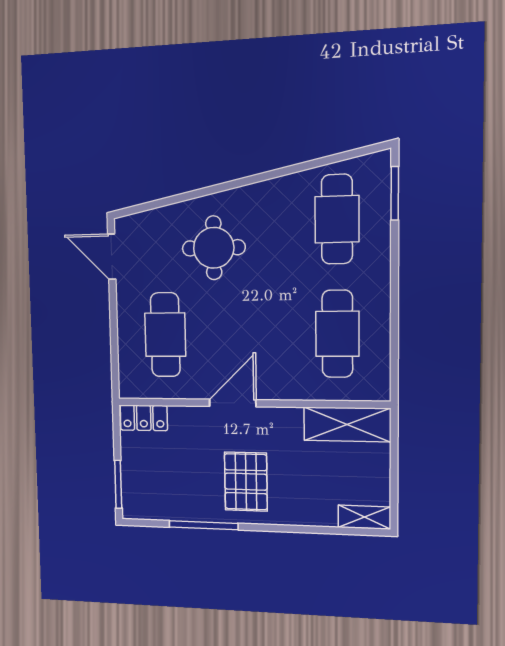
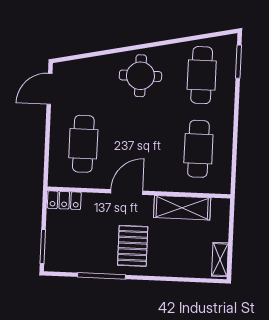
round table: (214, 248) -> (140, 76), moved
door: (112, 257) -> (50, 89), hinge flipped
shelving: (347, 424) -> (182, 208), moved
shelving: (364, 517) -> (220, 260), moved, turned 90

